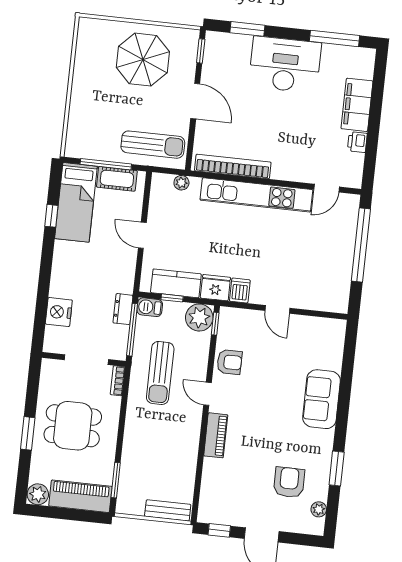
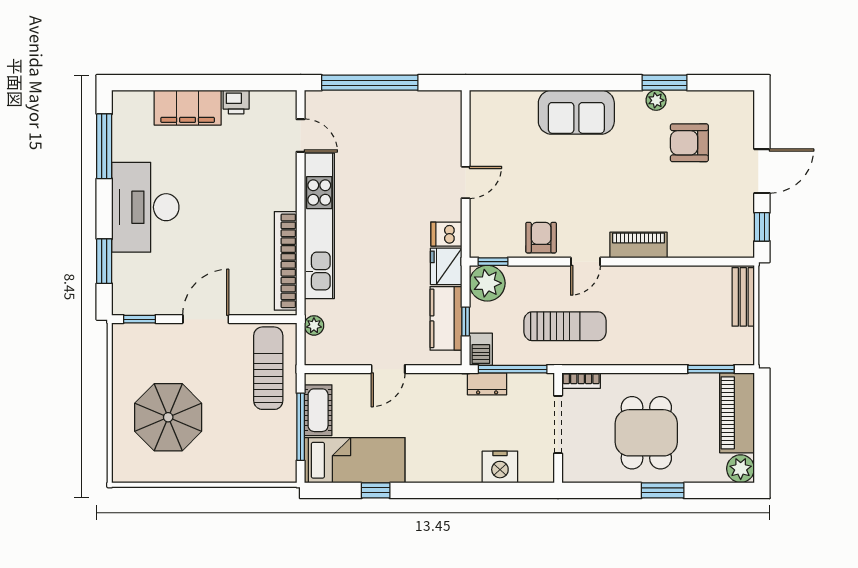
parasol: (143, 60) -> (168, 417), moved
plant: (319, 509) -> (656, 100), moved

